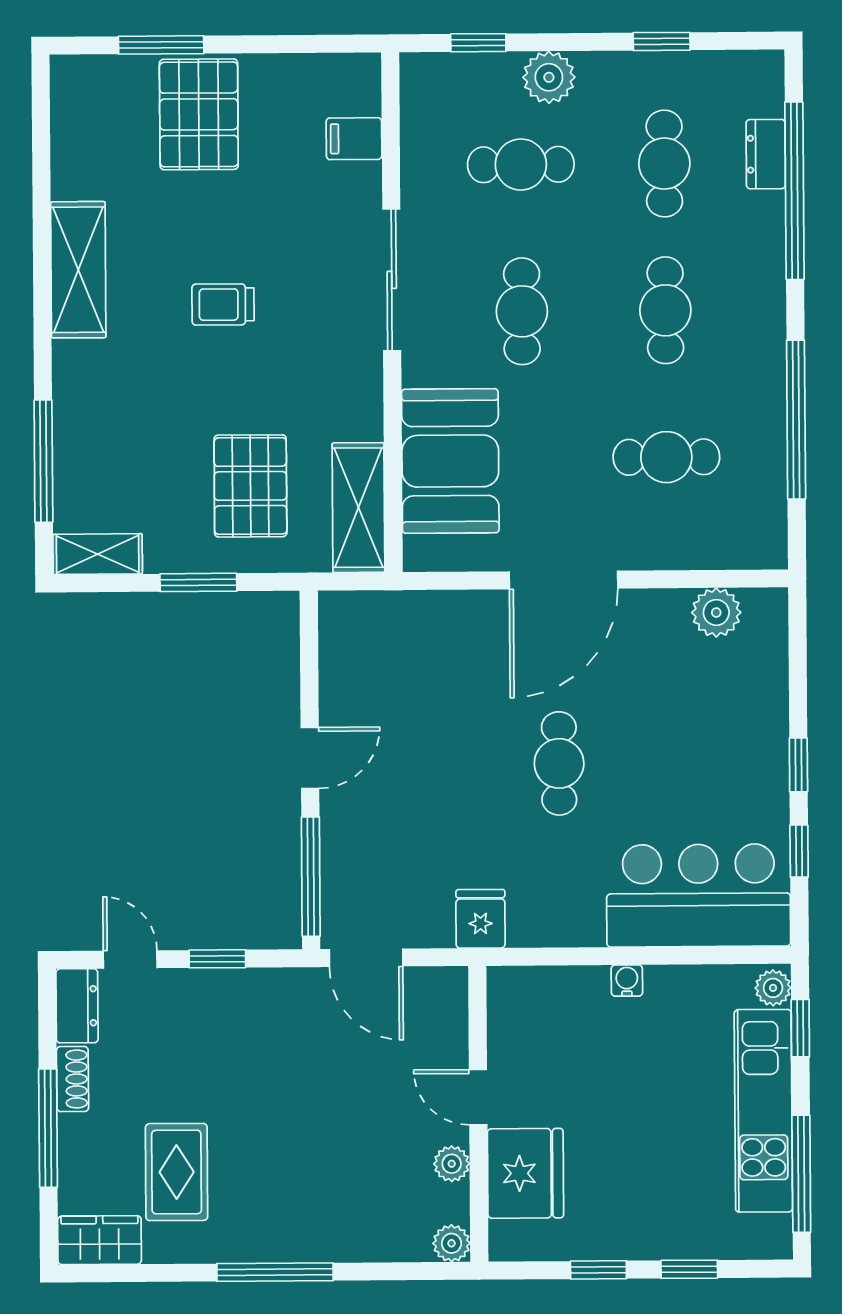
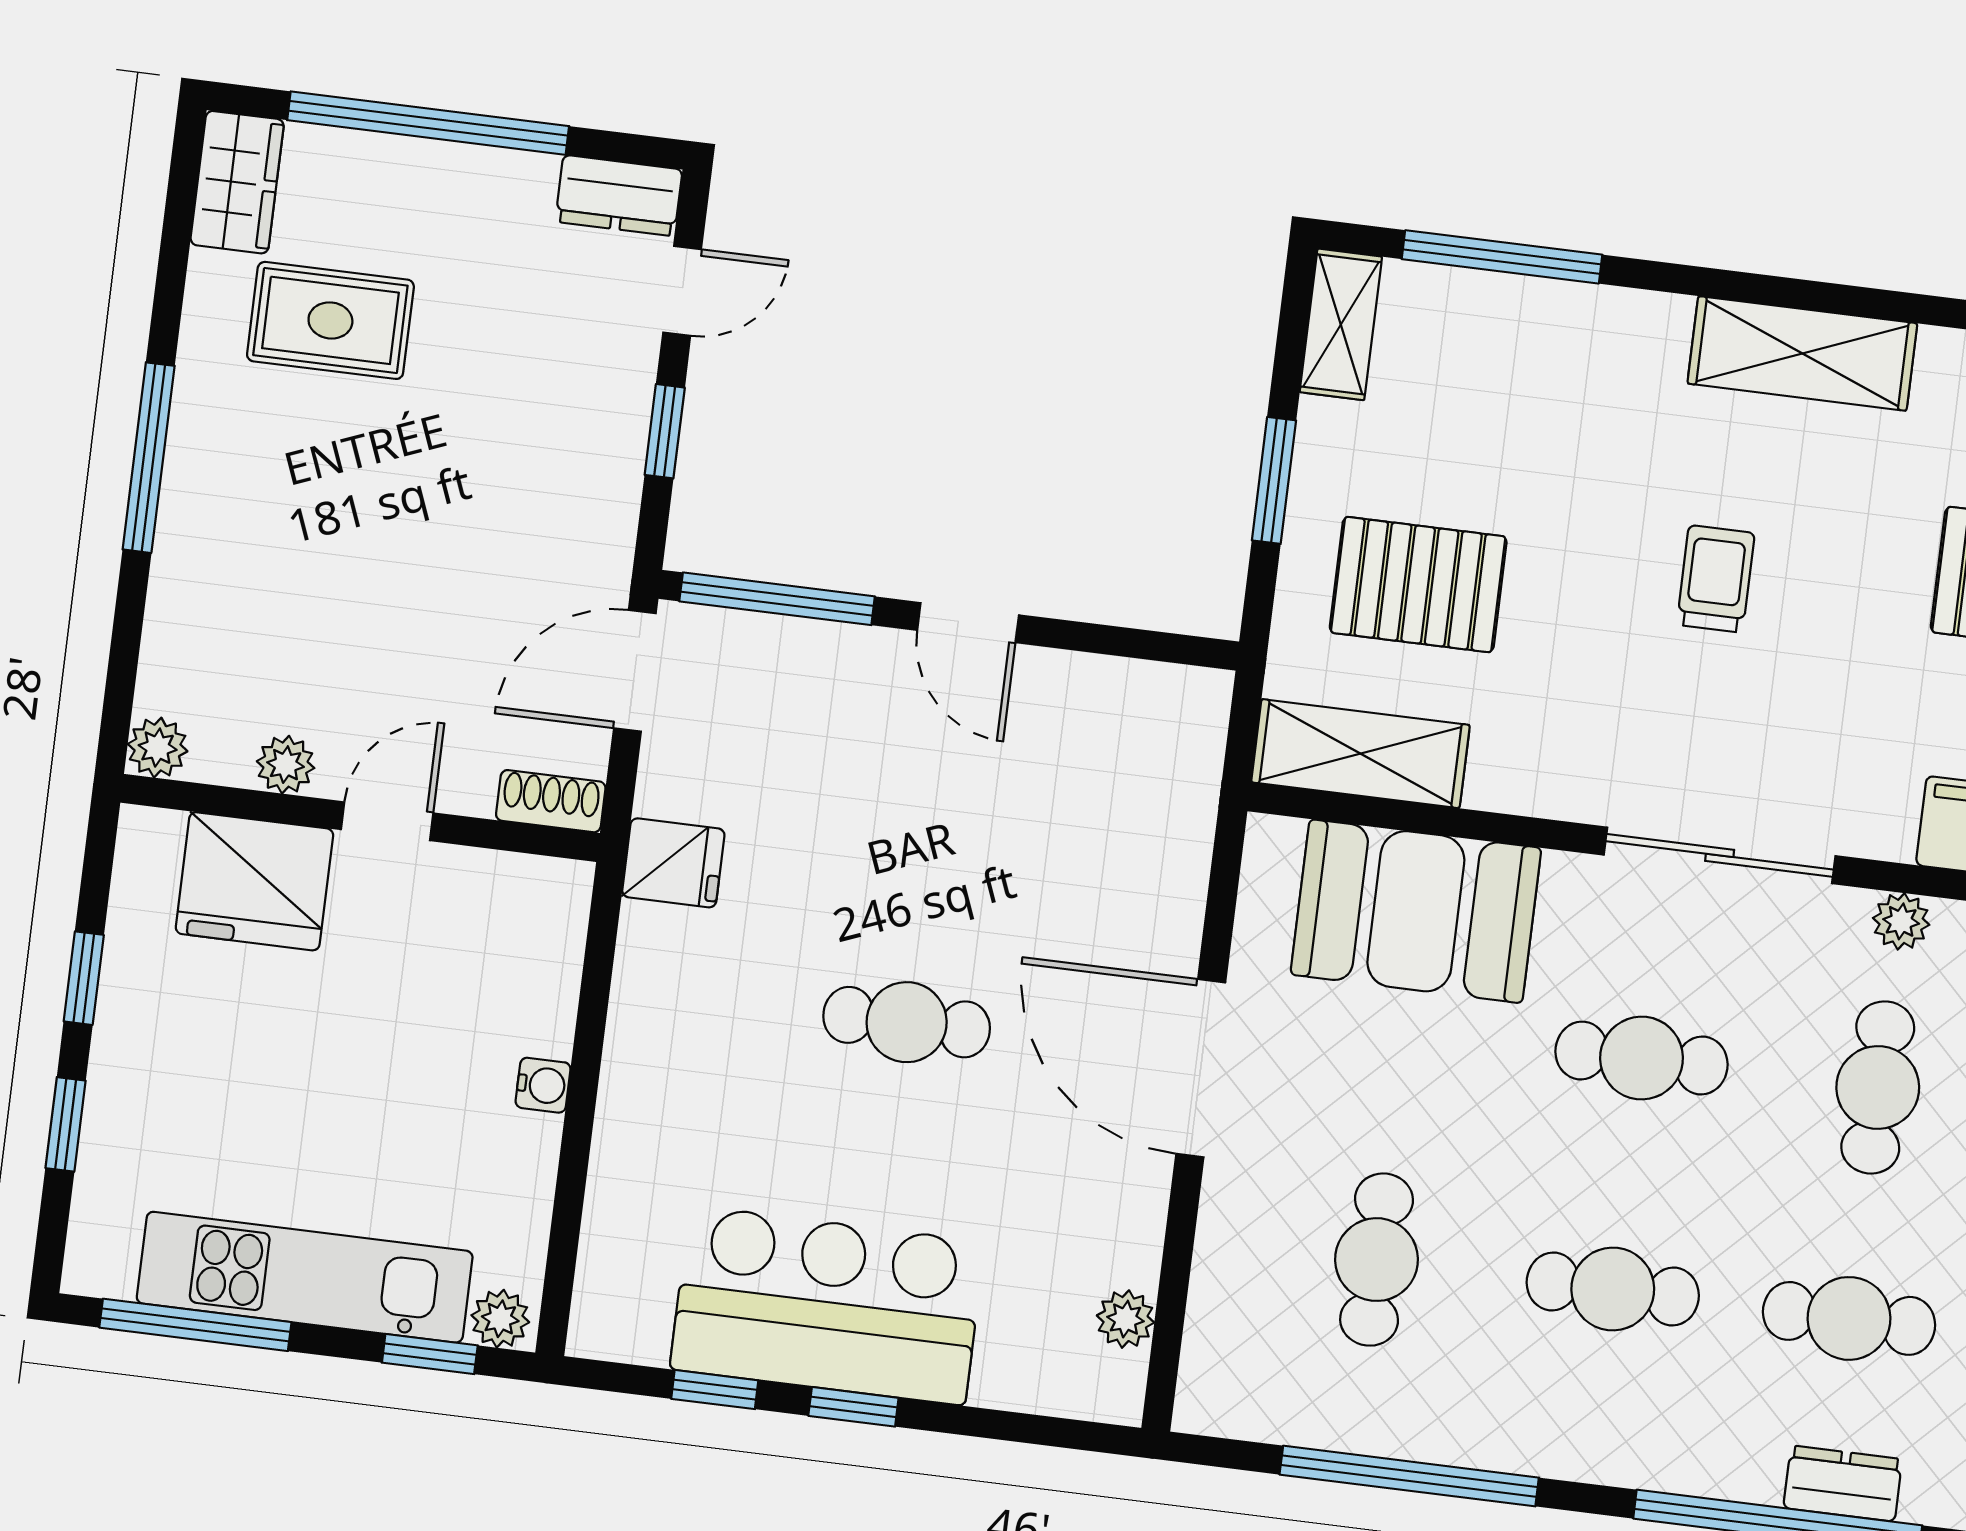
plant: (417, 164) -> (1901, 921), added
plant: (716, 612) -> (1126, 1319), width x0.73, depth x0.73
bar counter: (699, 895) -> (827, 1305), moved, turned -90
shoe rack: (72, 1079) -> (551, 801), moved, turned 180
window: (48, 1128) -> (428, 123), width x1.46

